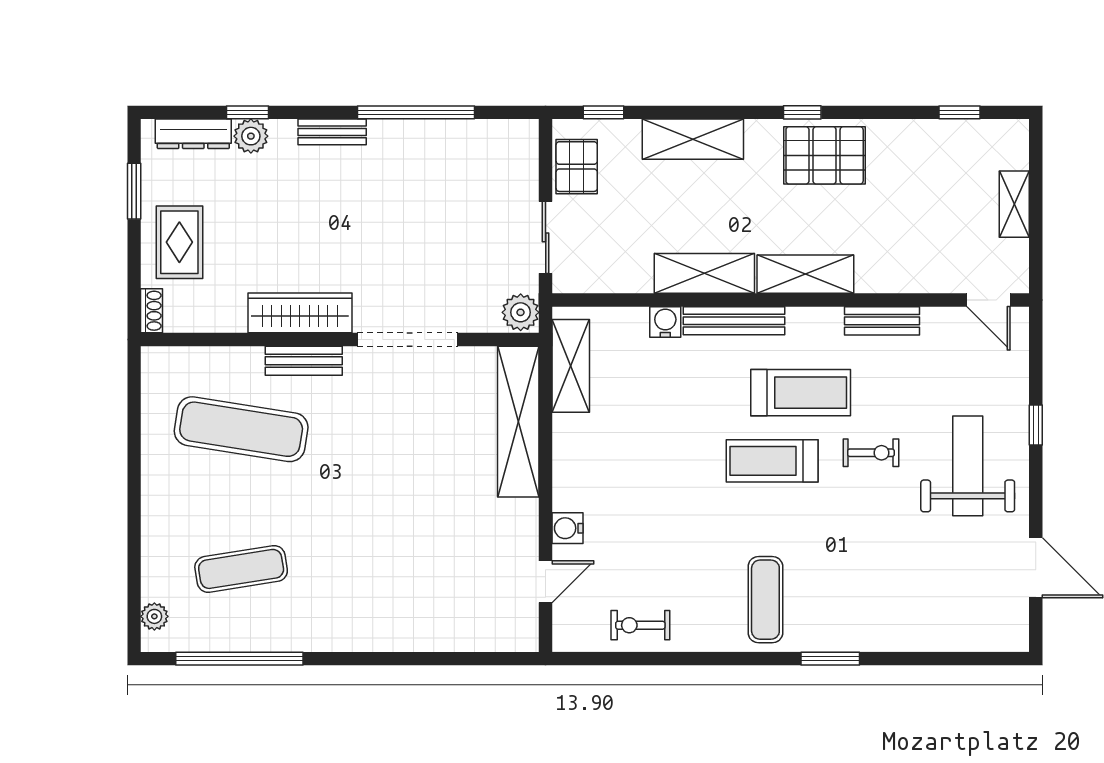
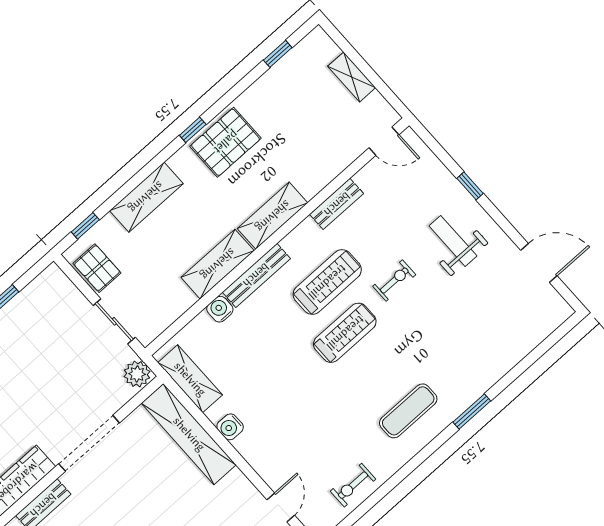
treadmill: (772, 461) -> (345, 333), turned 180
weight bench: (968, 466) -> (453, 241), width x0.73, depth x0.75
water cooler: (568, 528) -> (230, 427), moved
exercise mat: (765, 600) -> (408, 411), turned 90

